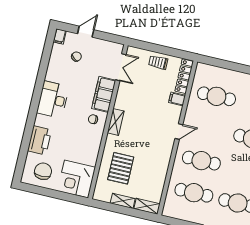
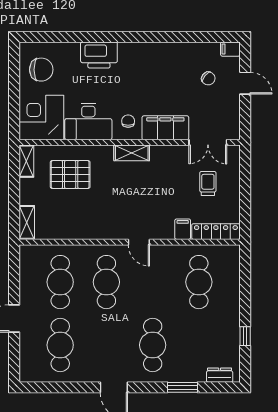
trolley: (158, 62) -> (208, 183), moved
desk: (53, 100) -> (88, 121), moved, turned 180
printer: (39, 140) -> (99, 55), moved
shelving: (123, 201) -> (26, 161), moved

